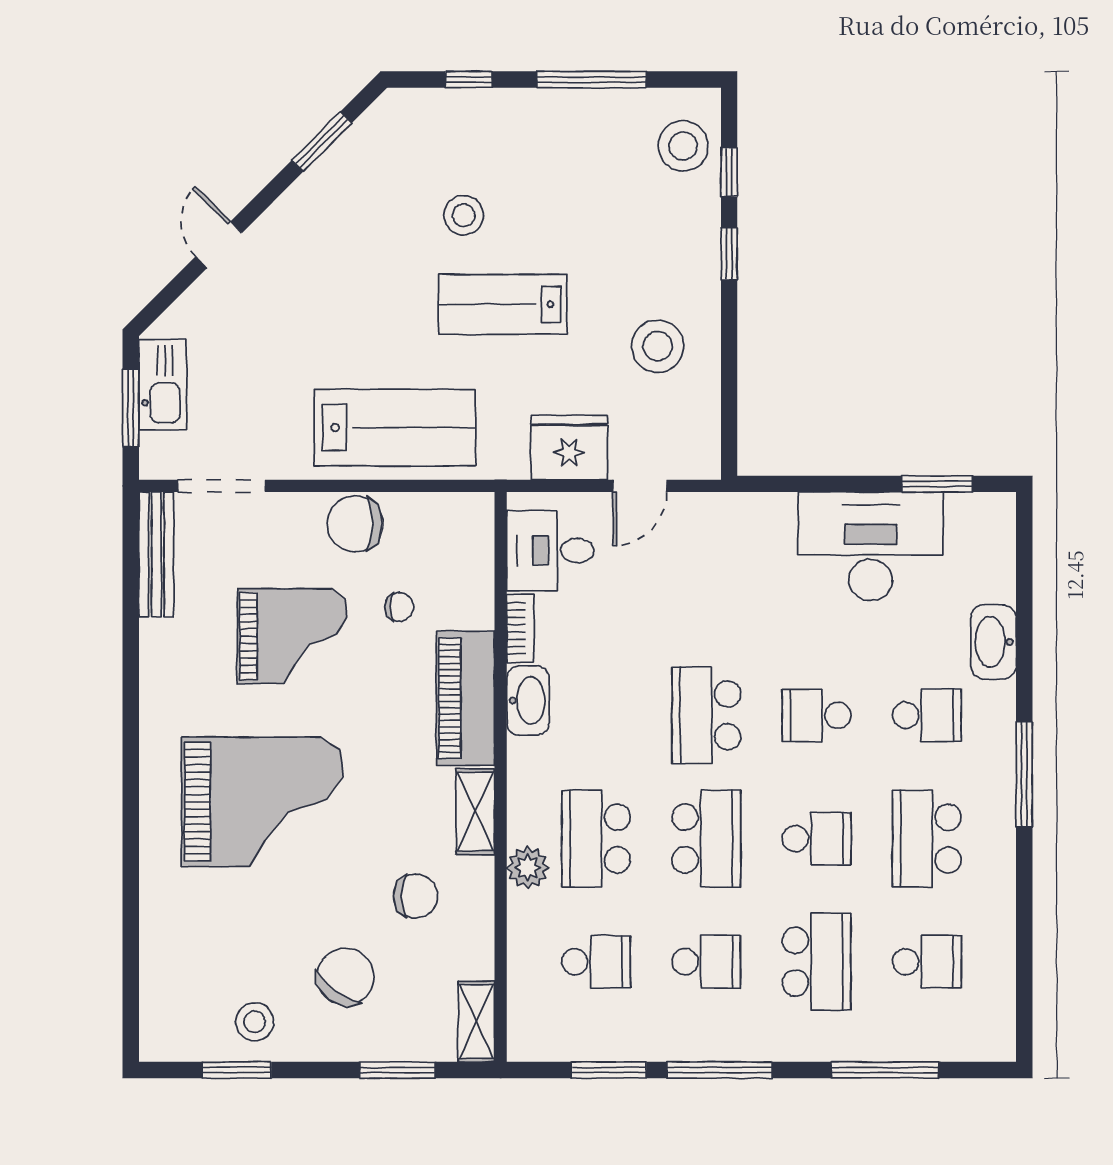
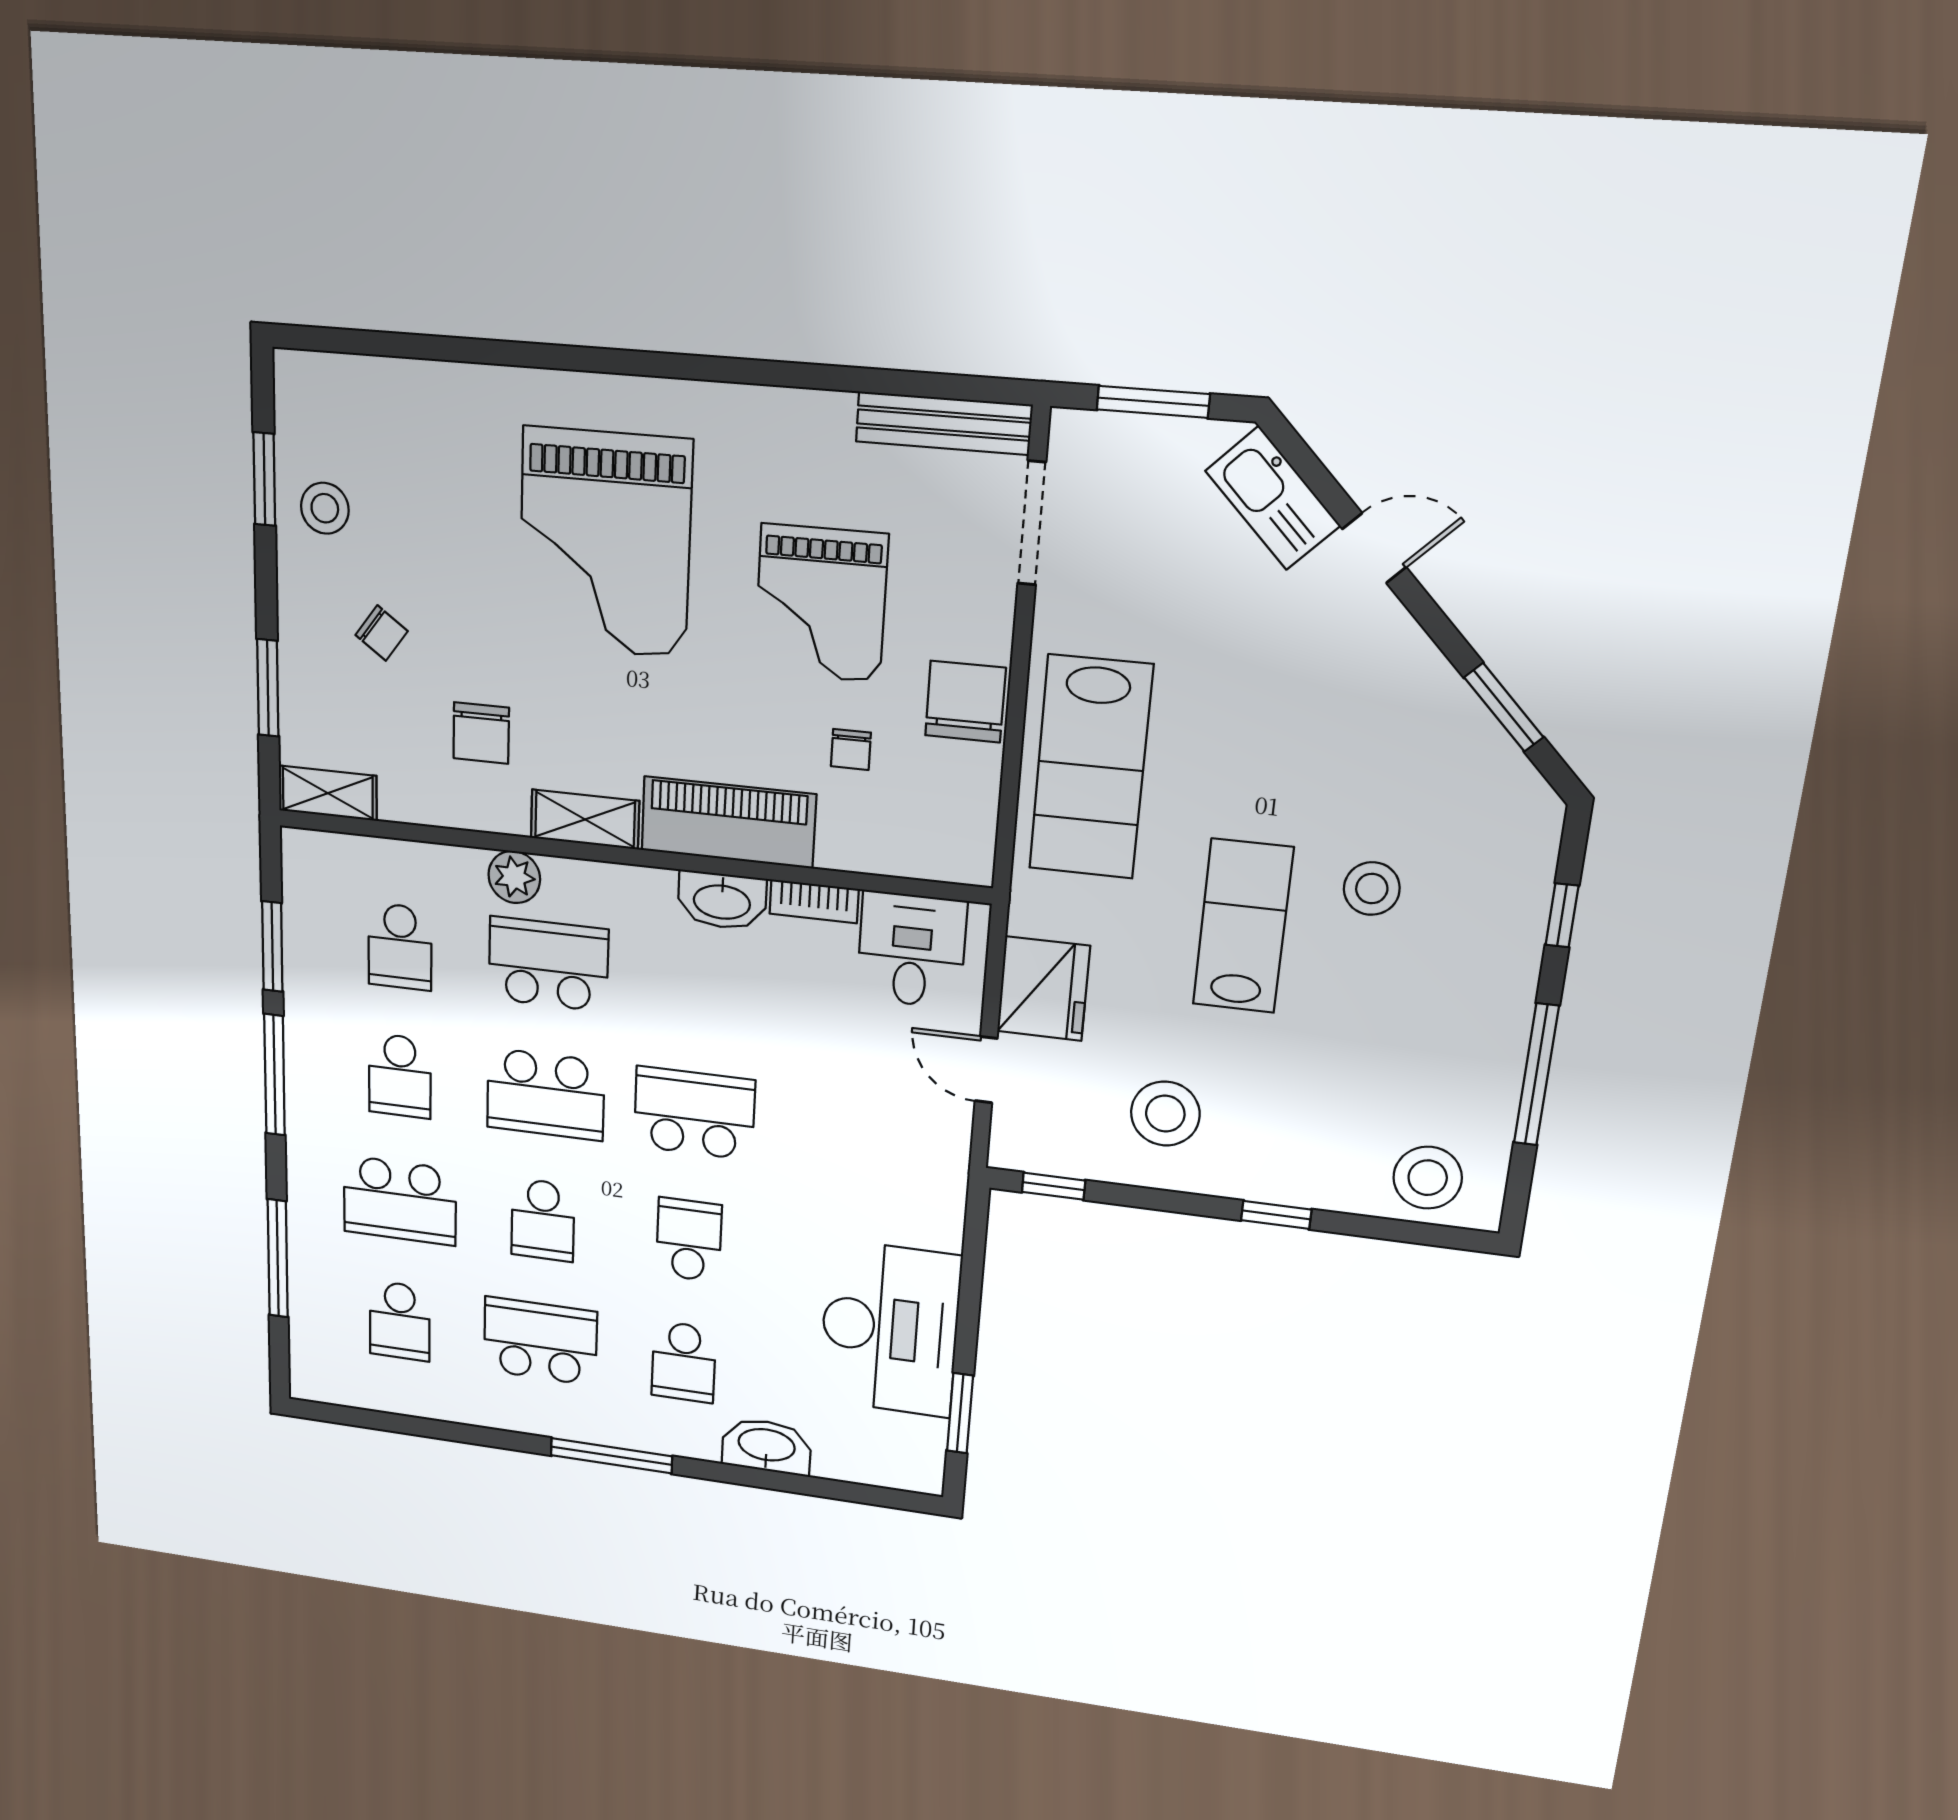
window: (729, 172) -> (1054, 1186), moved
kitchen sink: (163, 385) -> (1273, 498), moved, turned 45
chair: (346, 977) -> (382, 633), width x0.54, depth x0.54

